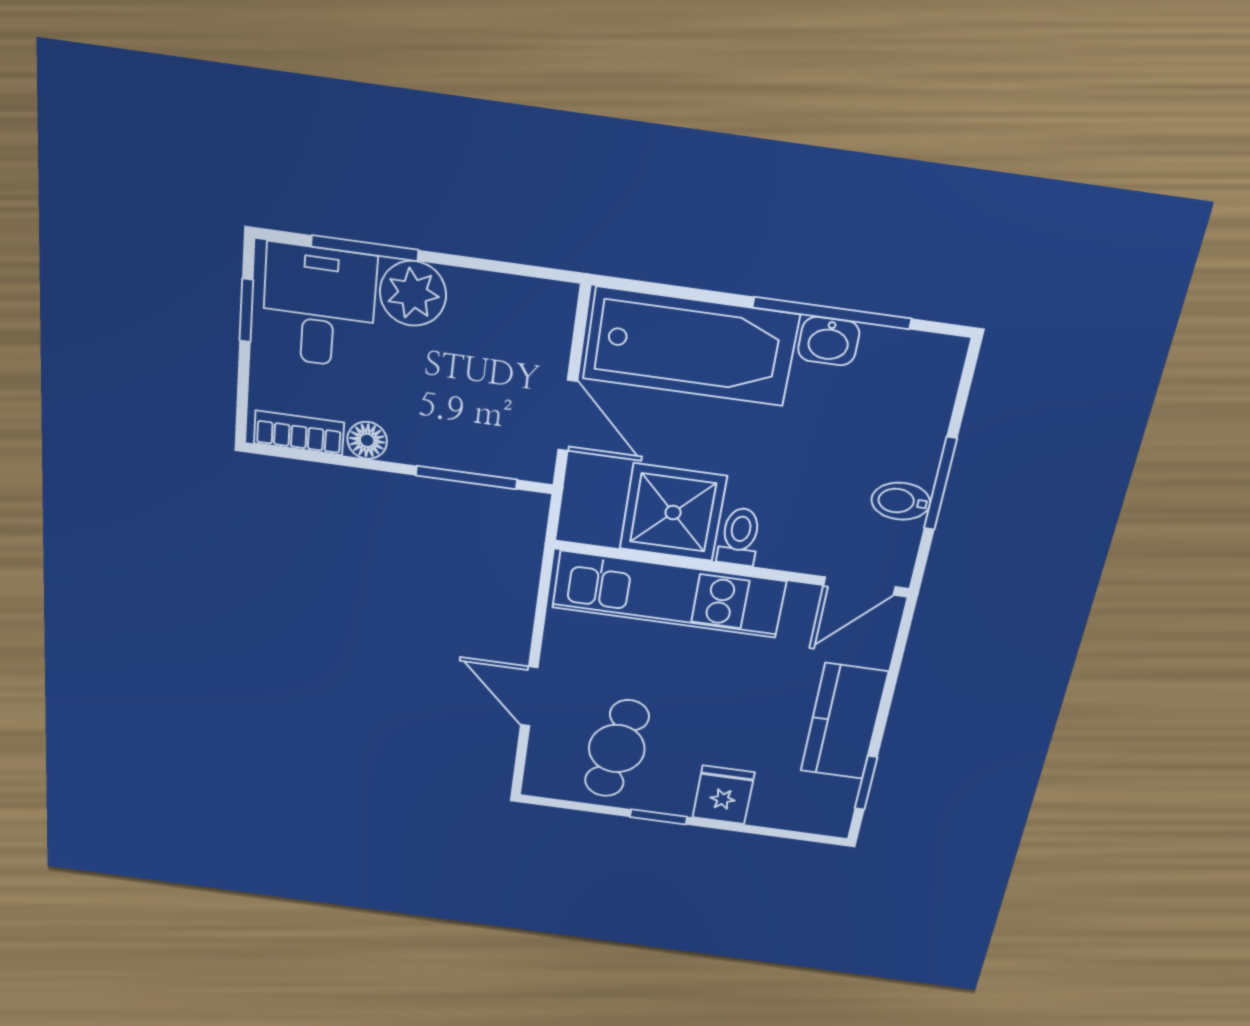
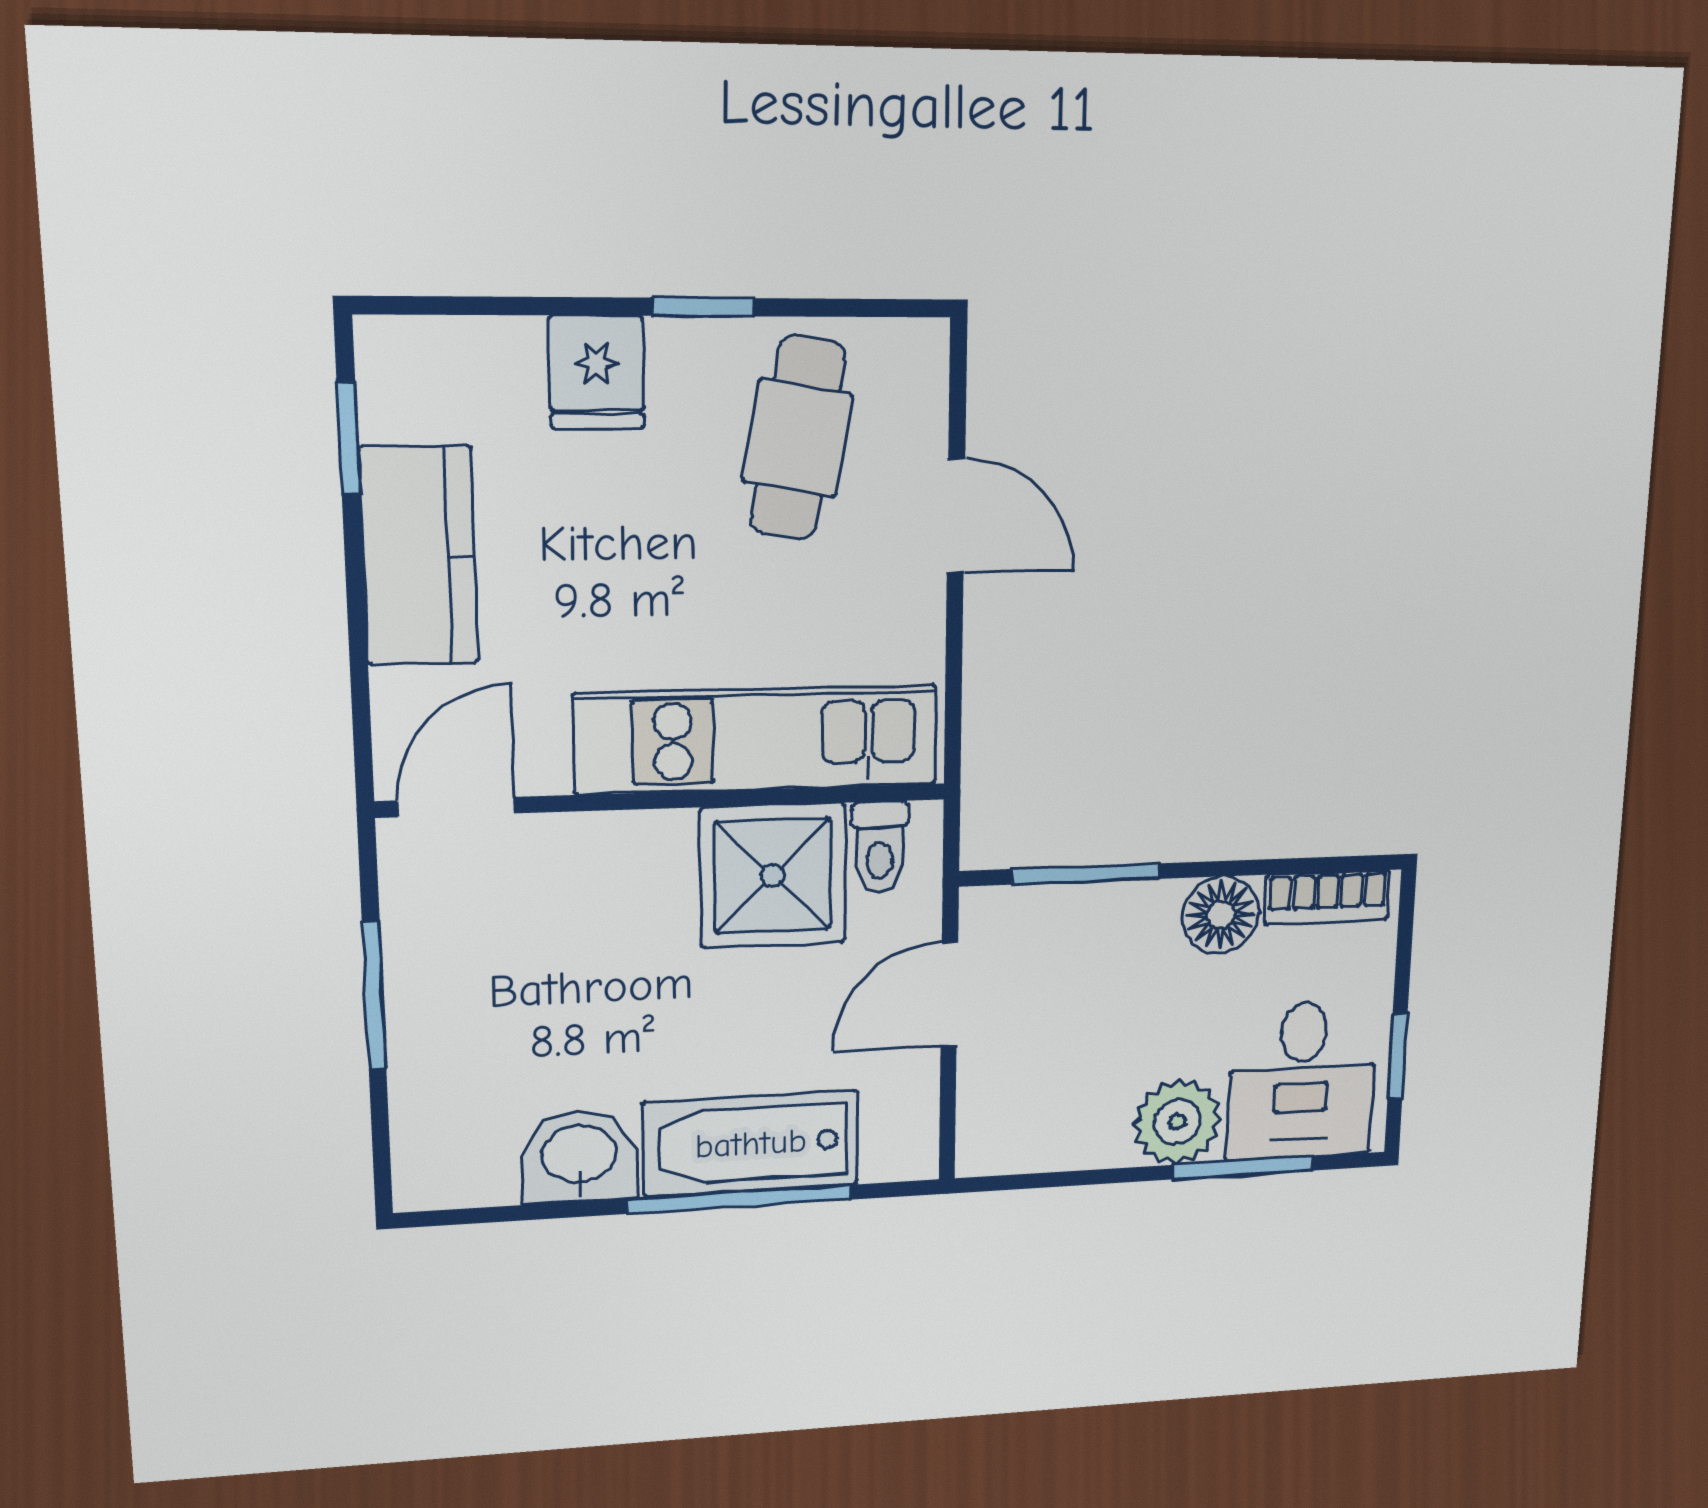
window: (832, 313) -> (740, 1199), moved
washbasin: (829, 341) -> (579, 1156), width x1.38, depth x1.45
bathtub: (690, 347) -> (751, 1144), width x0.73, depth x0.73
door: (568, 416) -> (949, 994), hinge flipped
floor lamp: (367, 440) -> (1221, 915), width x1.37, depth x1.37
bidet: (901, 501) -> (428, 957), removed
toilet: (740, 537) -> (880, 848), moved

